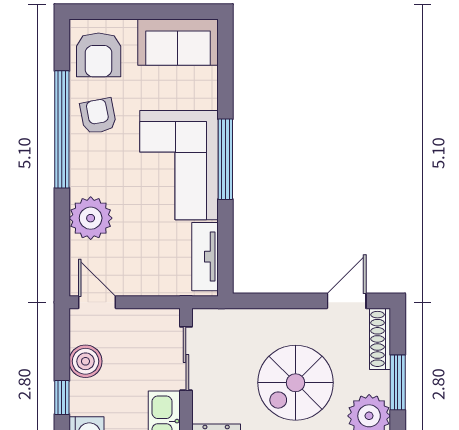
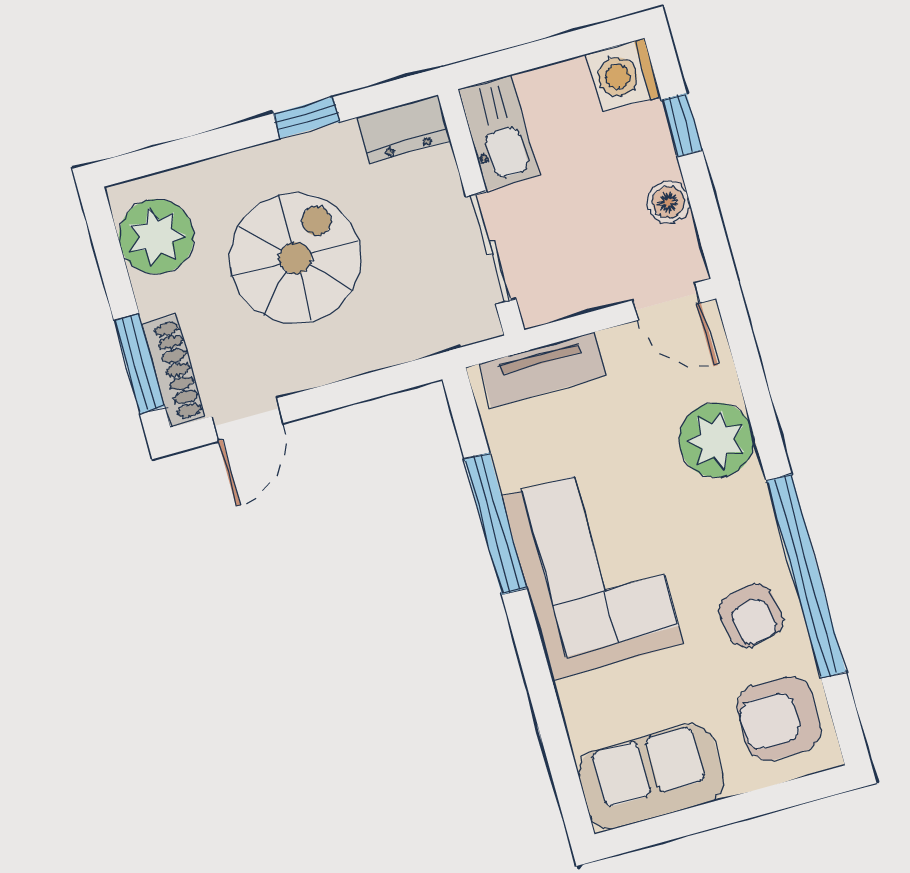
armchair: (99, 55) -> (779, 718), turned -90
window: (225, 159) -> (495, 524), moved
tv unit: (205, 257) -> (543, 370), moved, turned 90
boiler: (85, 361) -> (668, 202), width x0.73, depth x0.73
window: (398, 382) -> (139, 364), moved

